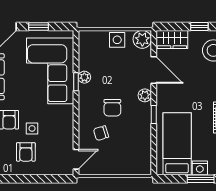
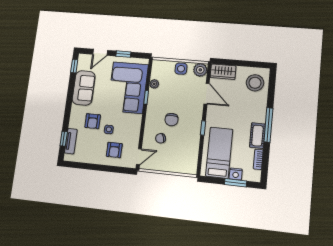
window: (199, 26) -> (246, 64), removed
plant: (84, 77) -> (154, 84), moved
plant: (145, 95) -> (198, 112), removed
armchair: (26, 152) -> (114, 150), moved

